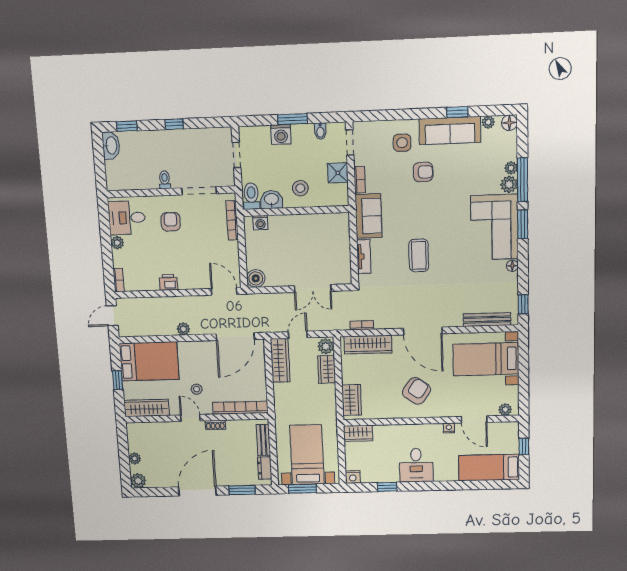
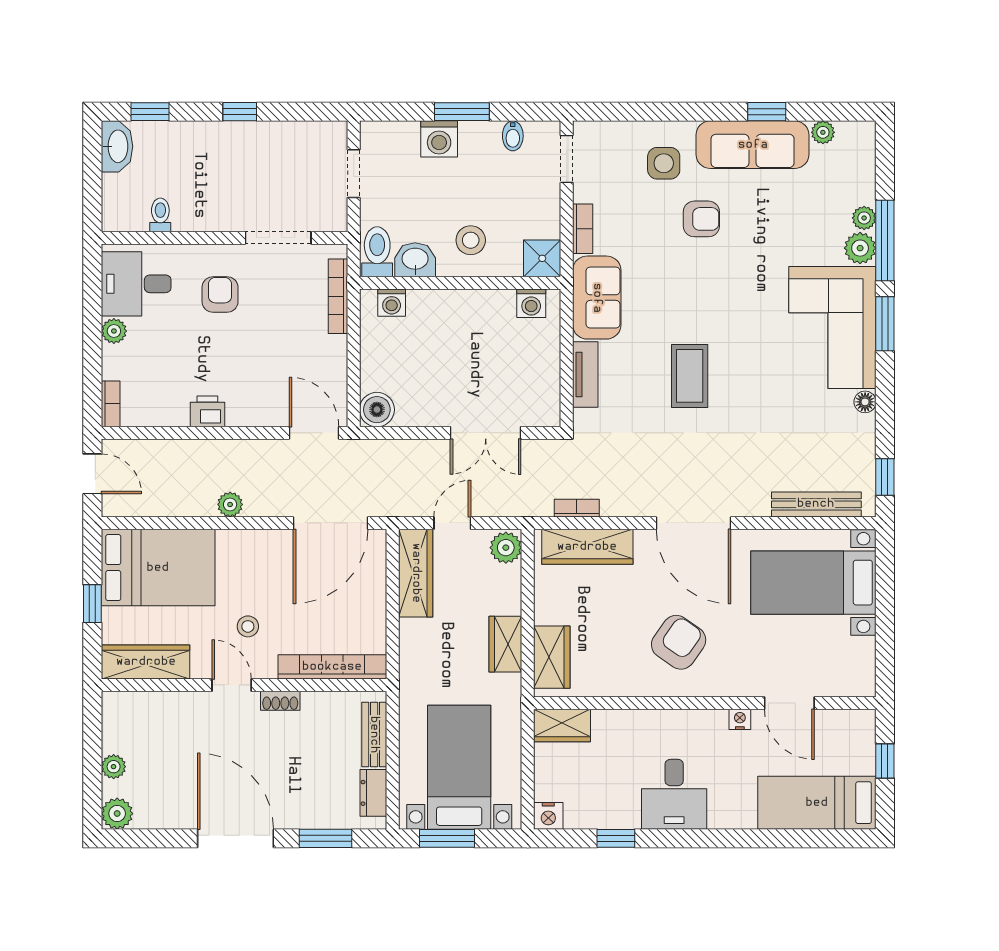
floor lamp: (509, 123) -> (862, 135), removed
shower: (338, 173) -> (542, 258), moved
toilet: (165, 180) -> (160, 215), moved
washing machine: (334, 220) -> (531, 303), added
door: (112, 316) -> (92, 474), swing flipped
wardrobe: (327, 369) -> (505, 644), moved
plant: (505, 410) -> (849, 685), removed
door: (197, 491) -> (236, 838), hinge flipped

